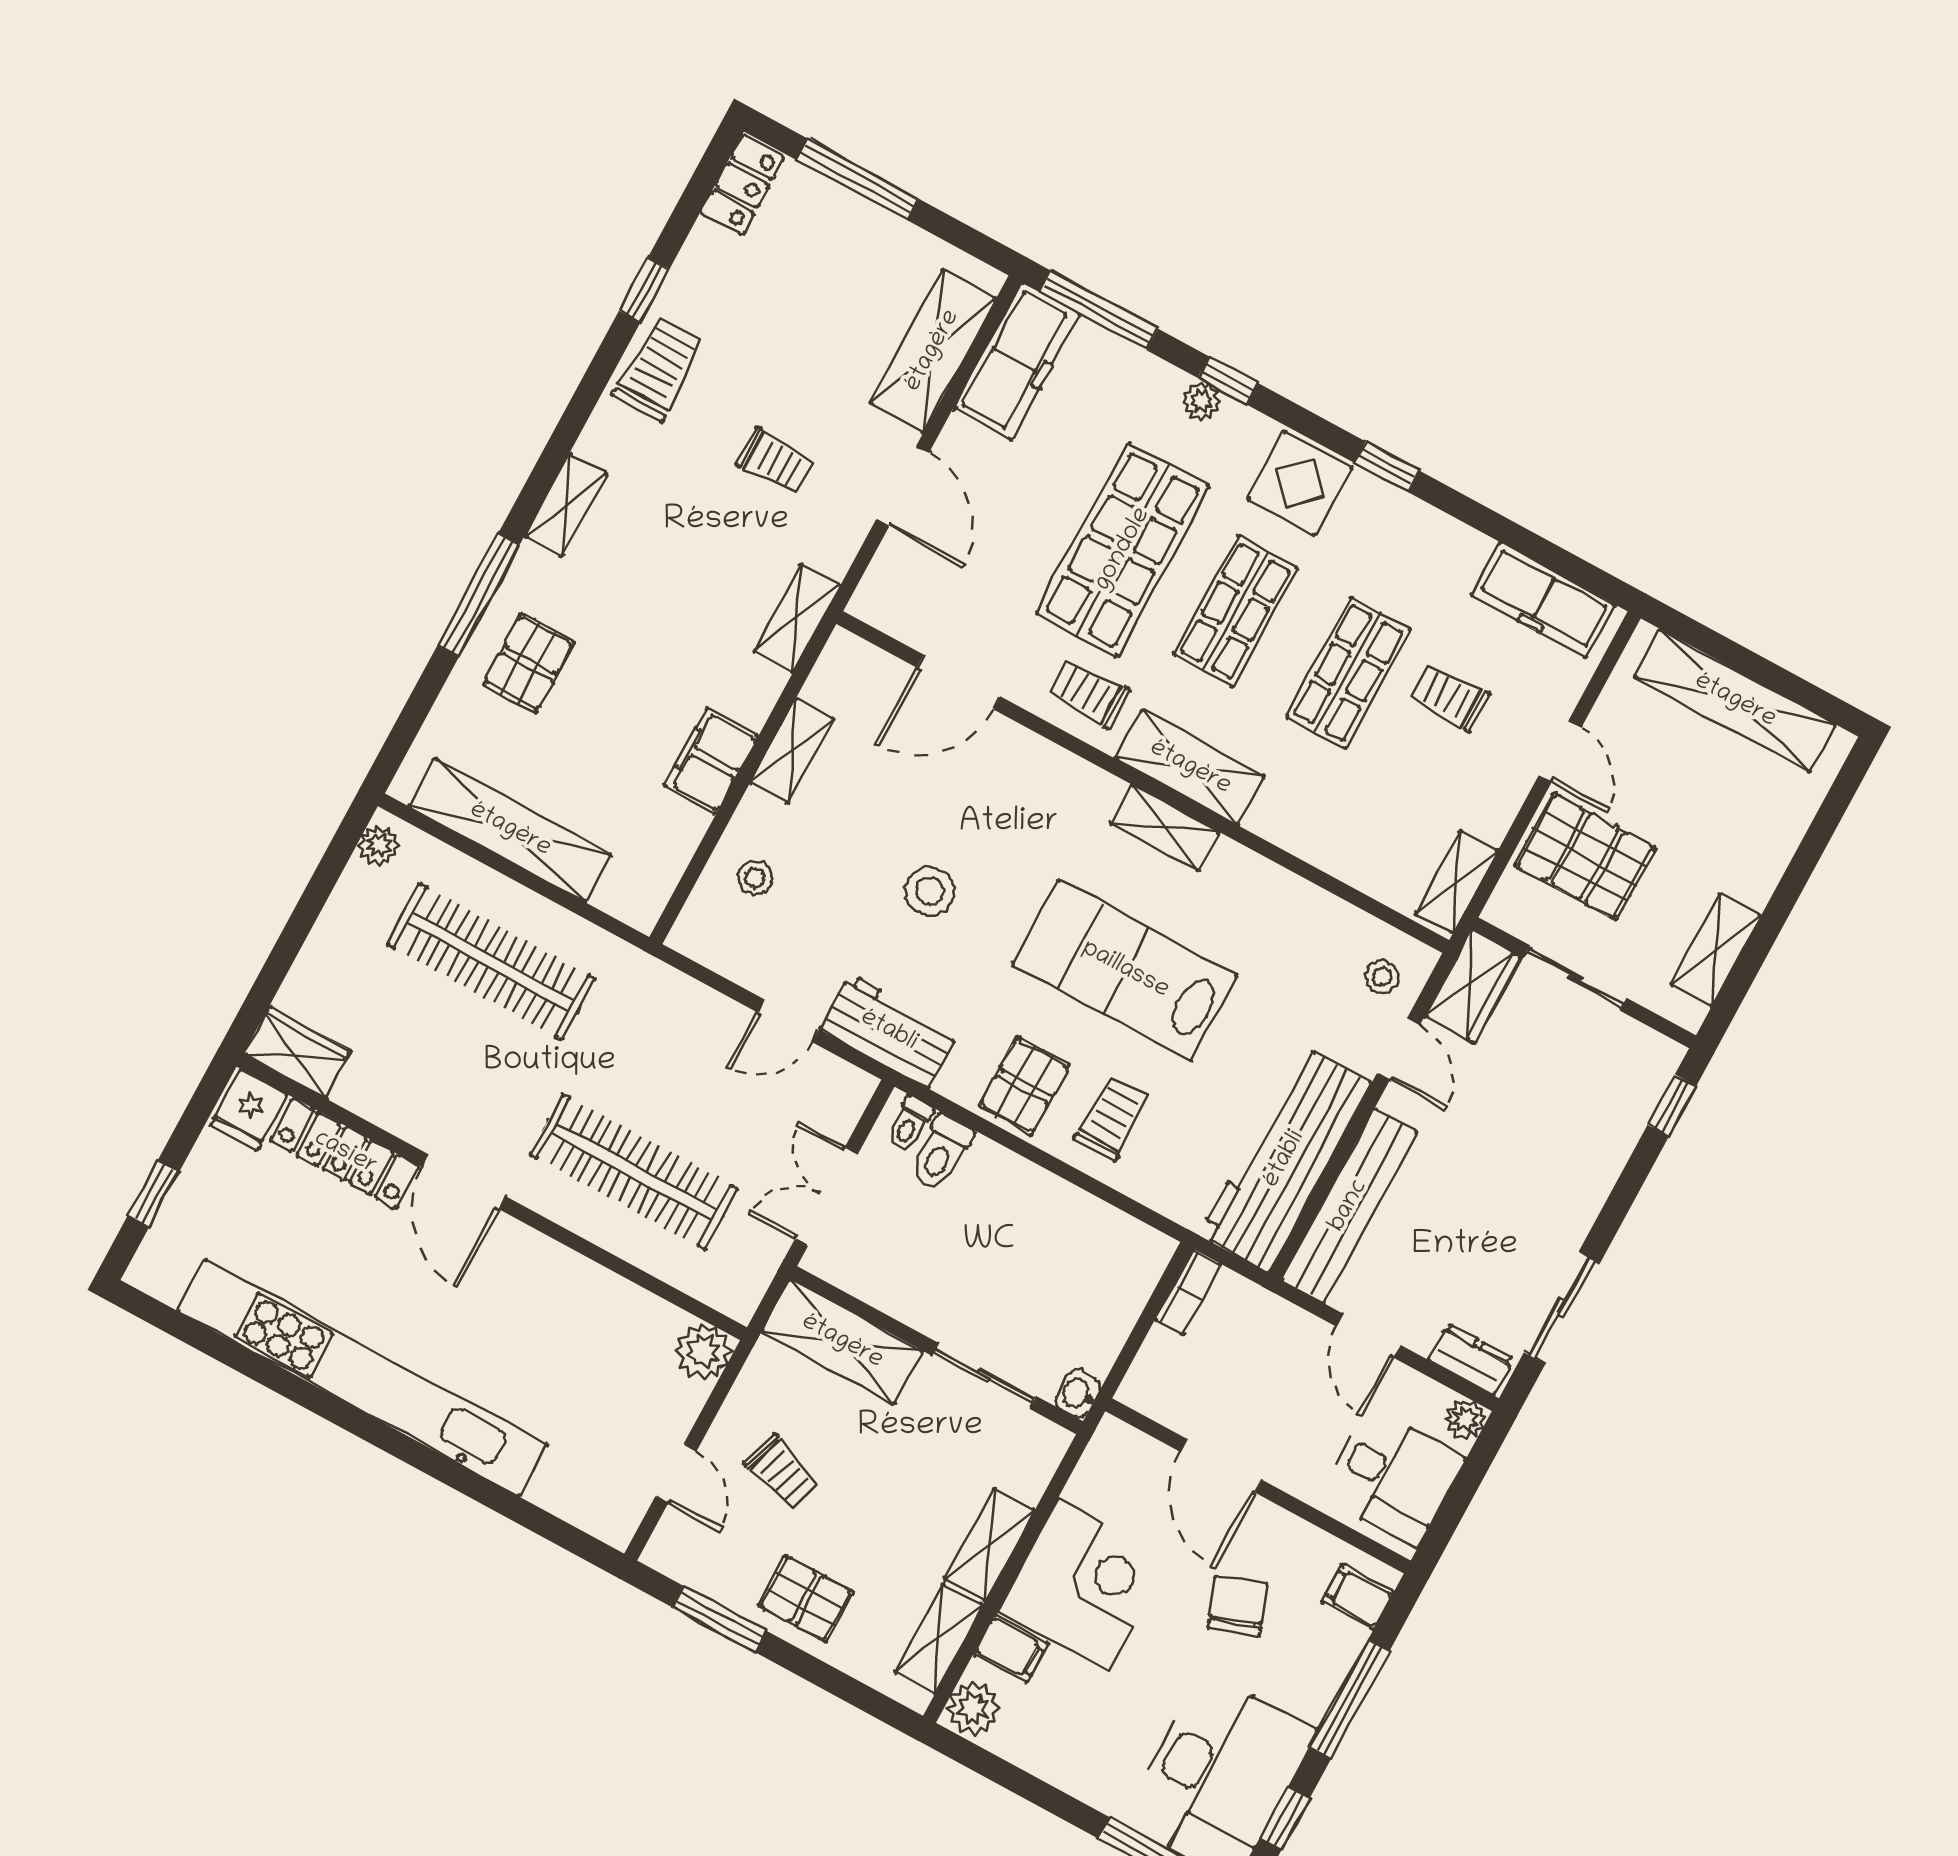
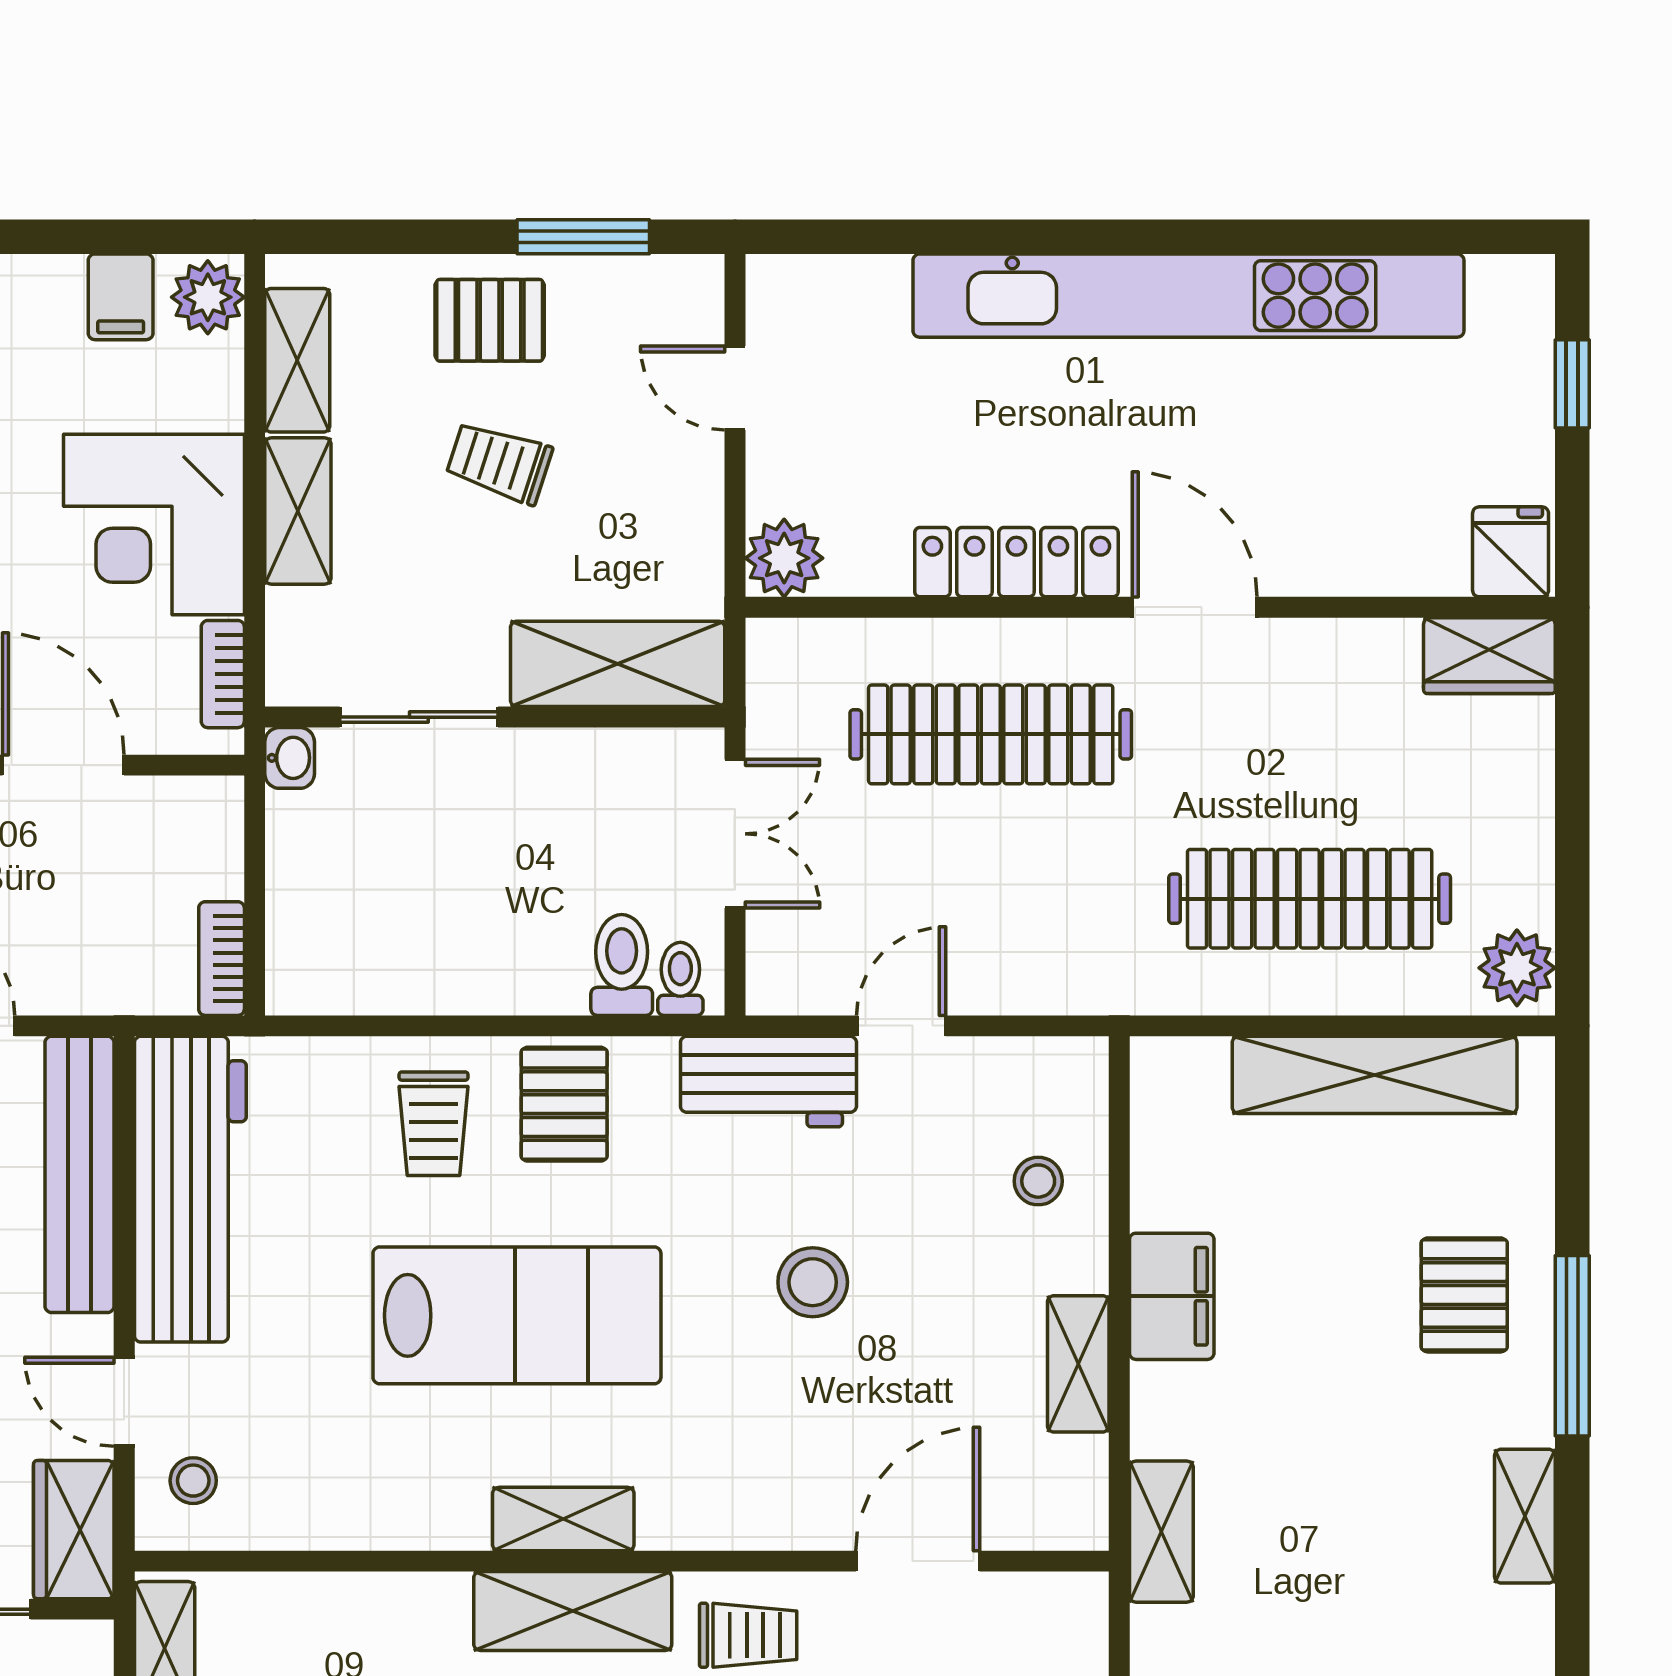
plant: (379, 845) -> (1517, 968), width x1.38, depth x1.38
locker: (345, 1153) -> (1016, 562), moved
bookcase: (1091, 1469) -> (223, 674), added
trolley: (781, 1472) -> (499, 463), moved
filing cabinet: (1011, 1649) -> (121, 297), moved, turned -90

